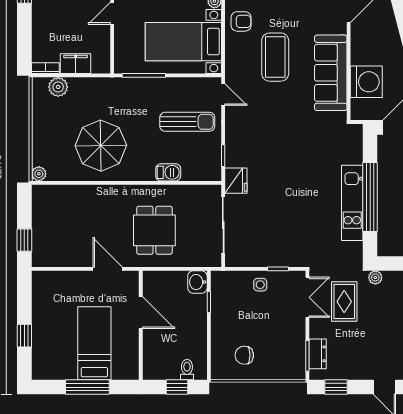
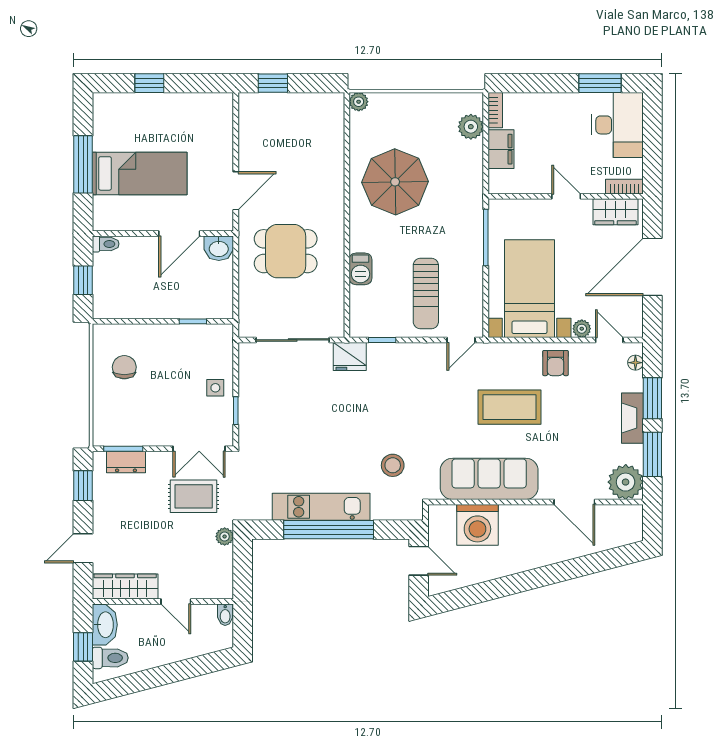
stool: (320, 147) -> (393, 465), added
washbasin: (197, 282) -> (219, 248), moved, turned 180
toilet: (187, 370) -> (106, 244), moved

